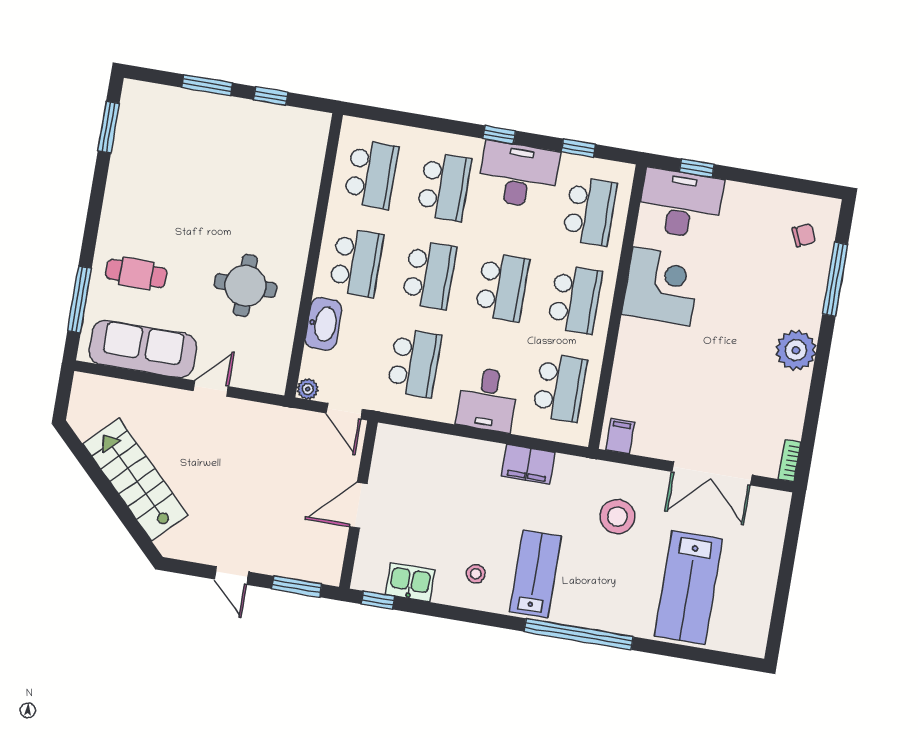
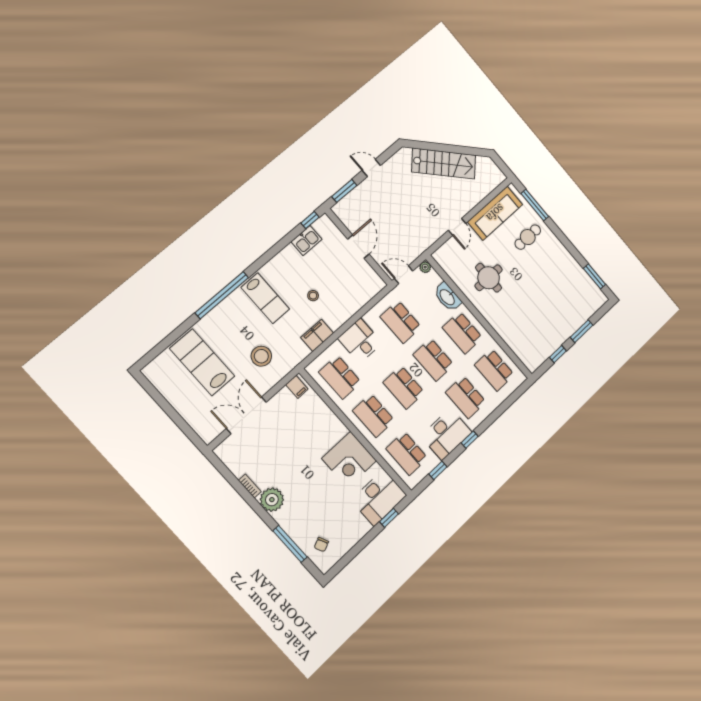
bookcase: (789, 461) -> (250, 486), moved
stool: (476, 574) -> (313, 296), moved

